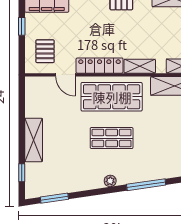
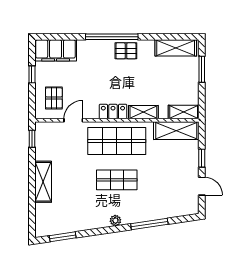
locker: (100, 66) -> (113, 111), width x0.66
door: (66, 75) -> (73, 120), swing flipped
window: (22, 173) -> (32, 139), moved

